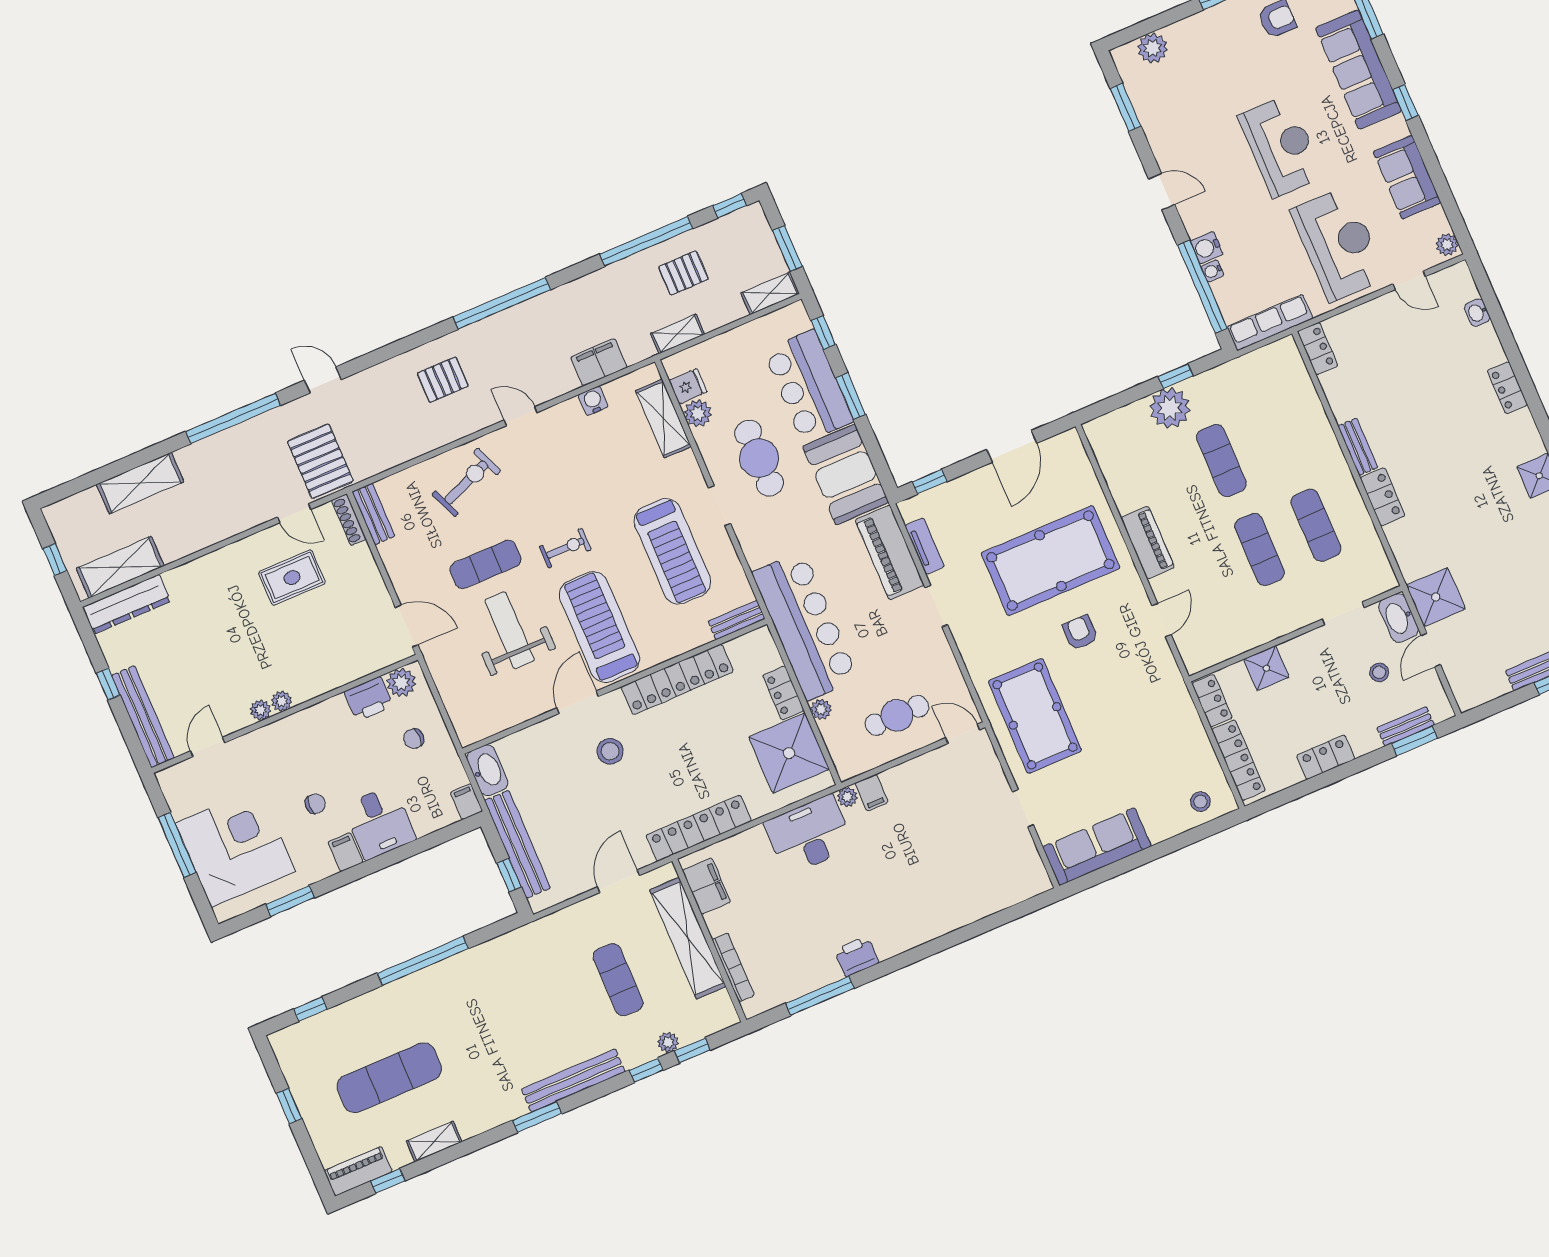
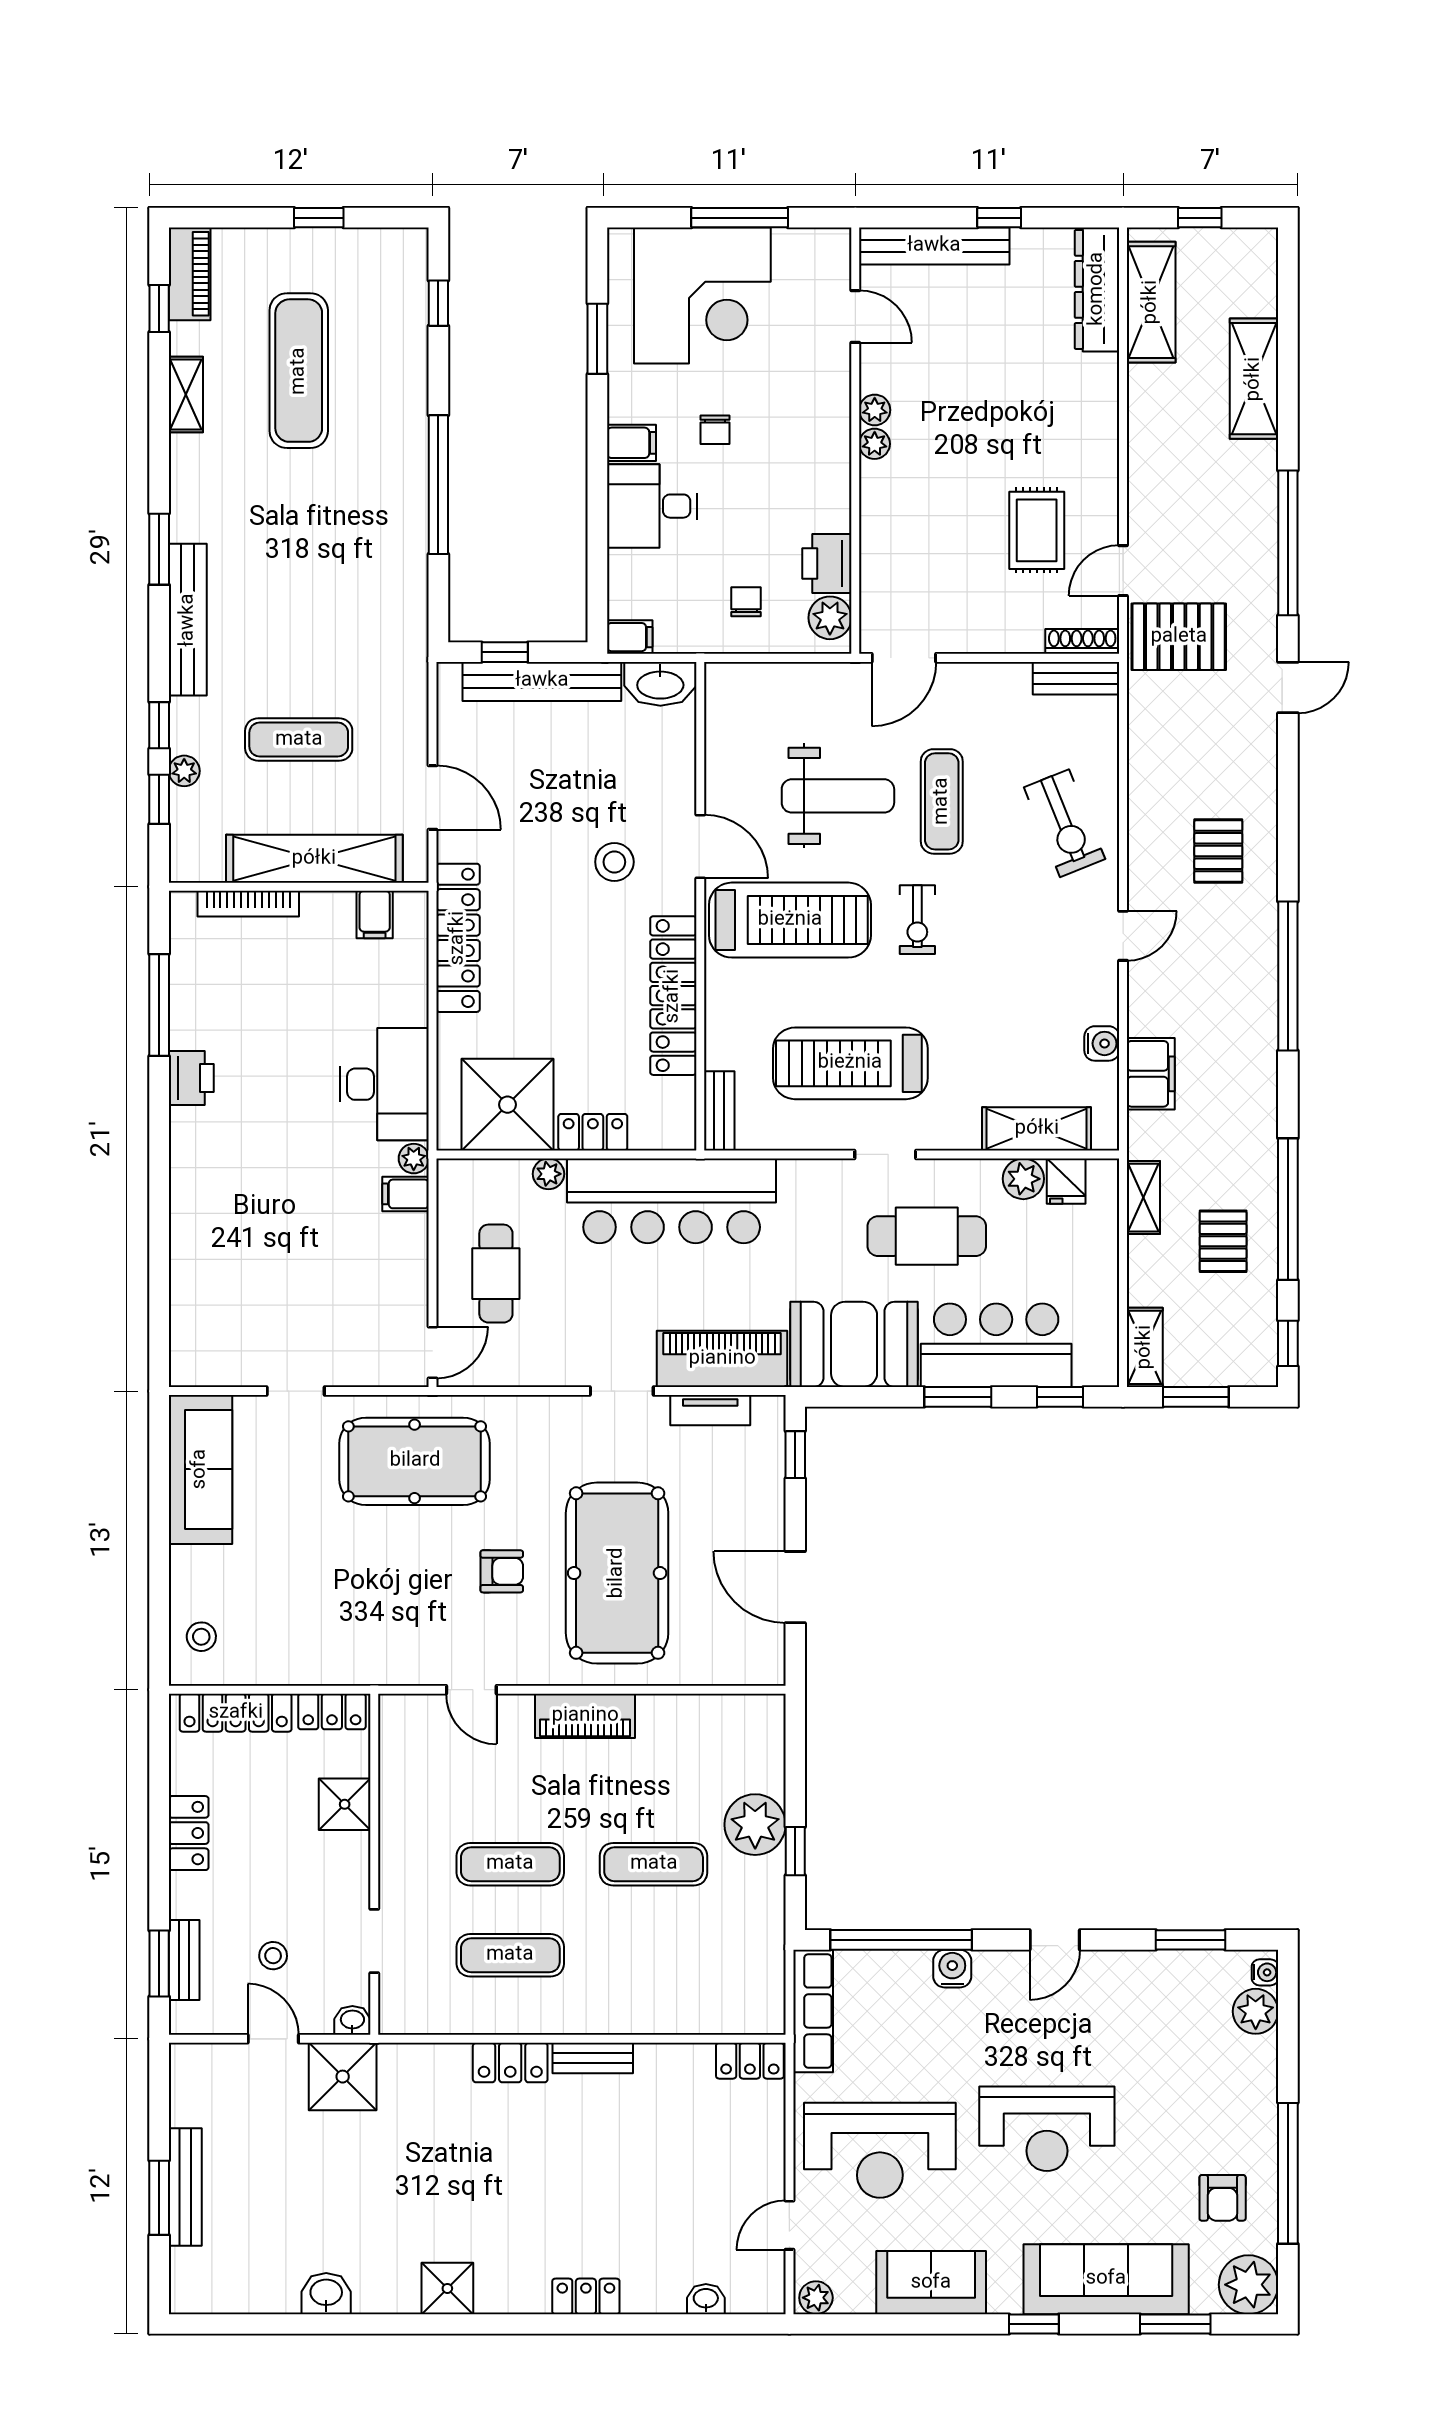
water cooler: (1212, 271) -> (1265, 1972), moved, turned 90
washbasin: (1399, 618) -> (352, 2020), width x0.52, depth x0.69
filing cabinet: (706, 886) -> (375, 915), width x0.50

